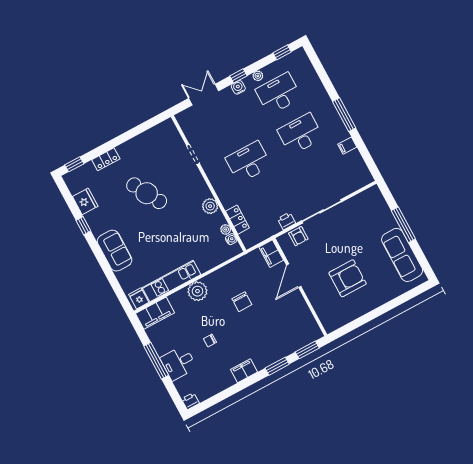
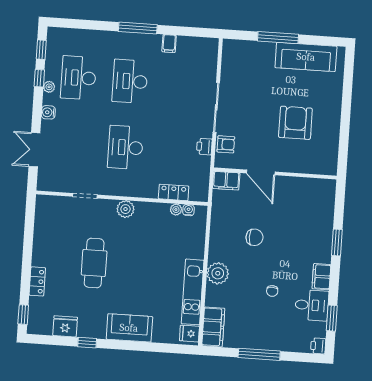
window: (238, 76) -> (39, 78), moved
cafe table: (147, 193) -> (94, 263), turned -61
plant: (210, 206) -> (126, 209), moved
window: (307, 350) -> (332, 318), moved
desk: (178, 363) -> (312, 305), moved, turned -90

